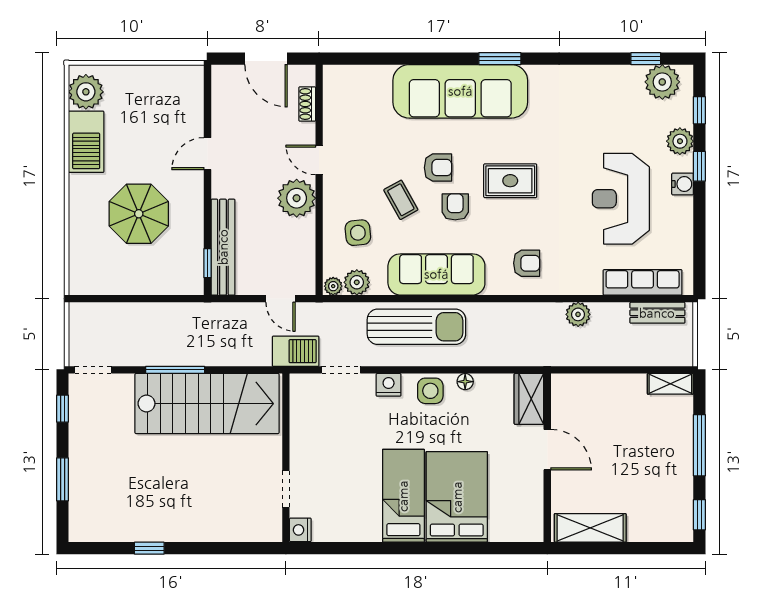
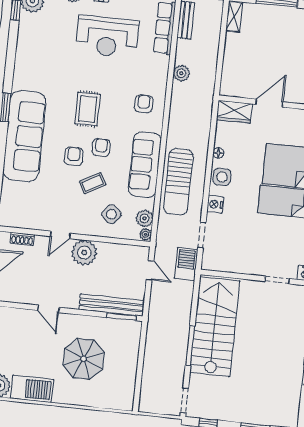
armchair: (455, 207) -> (101, 147), turned 90
side table: (358, 233) -> (112, 214), turned 45
window: (207, 263) -> (121, 316), width x1.50
door: (280, 299) -> (150, 270), hinge flipped
sun lounger: (416, 327) -> (178, 182), turned 180

